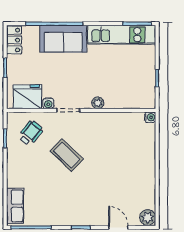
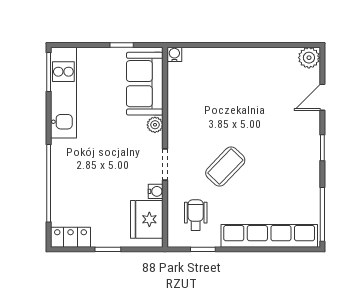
sofa: (63, 39) -> (145, 84), moved, turned 180
wheelchair: (31, 133) -> (196, 215), turned 51
row of seats: (15, 206) -> (269, 236), width x2.02

